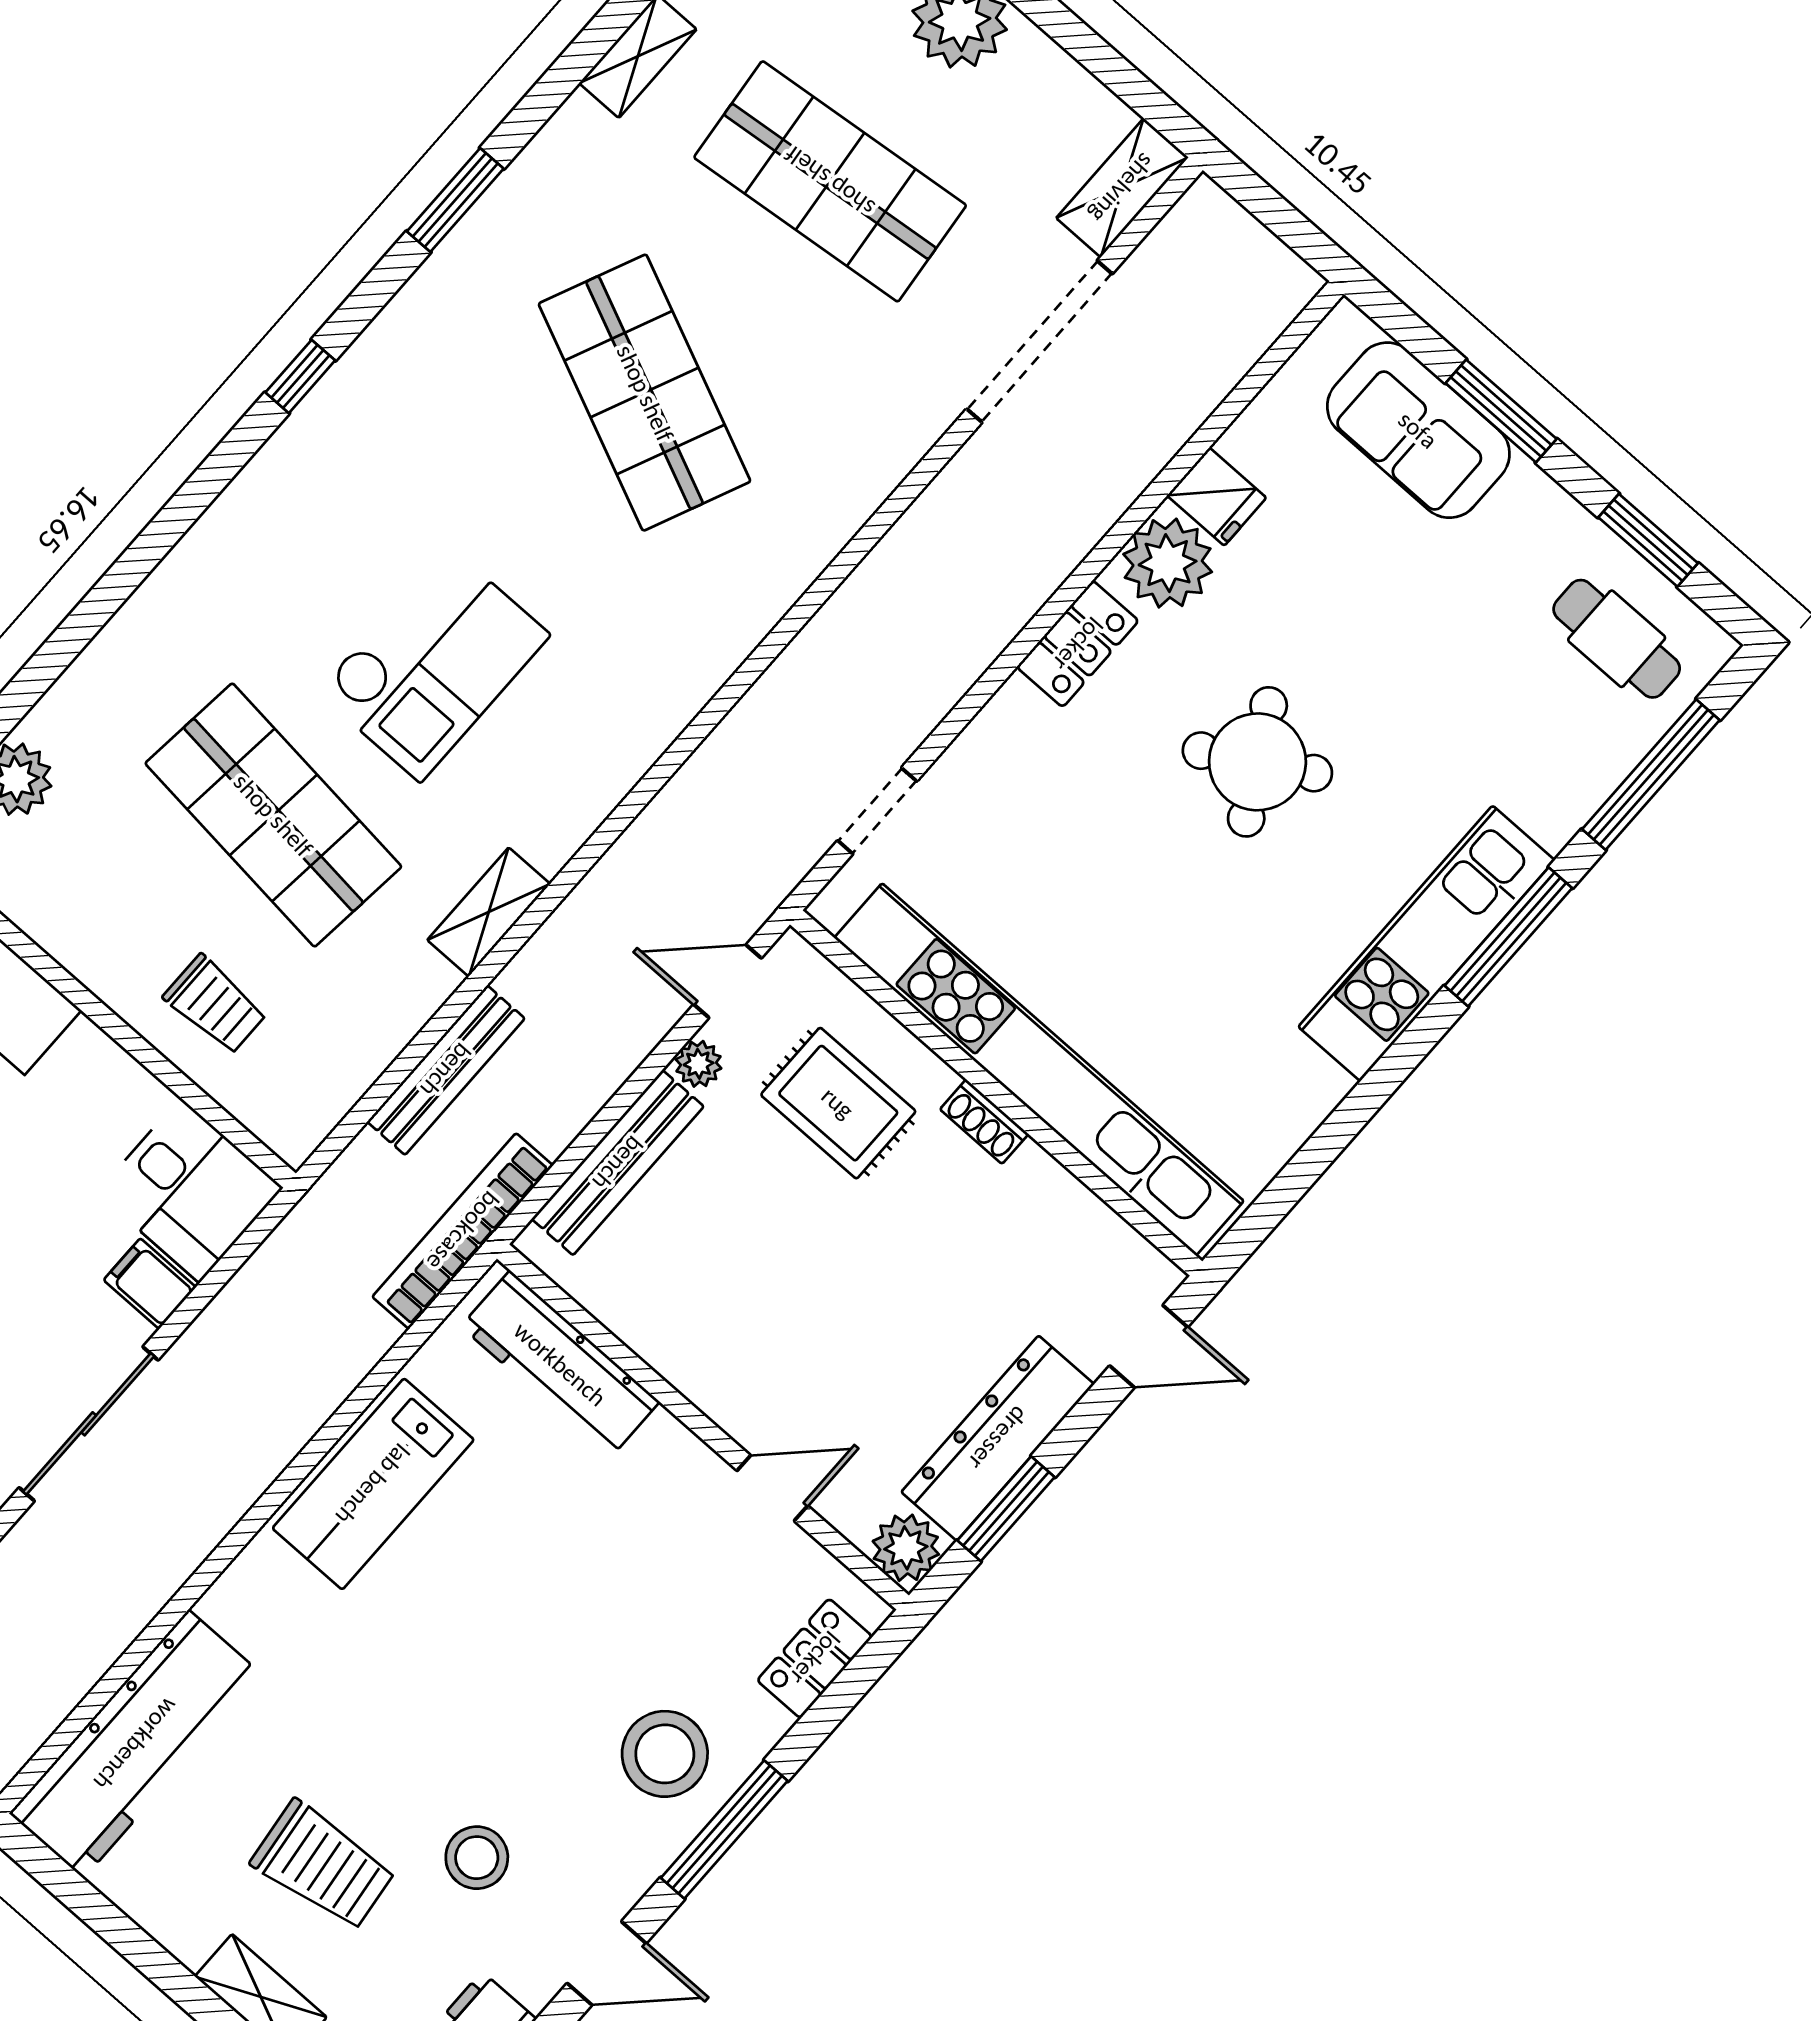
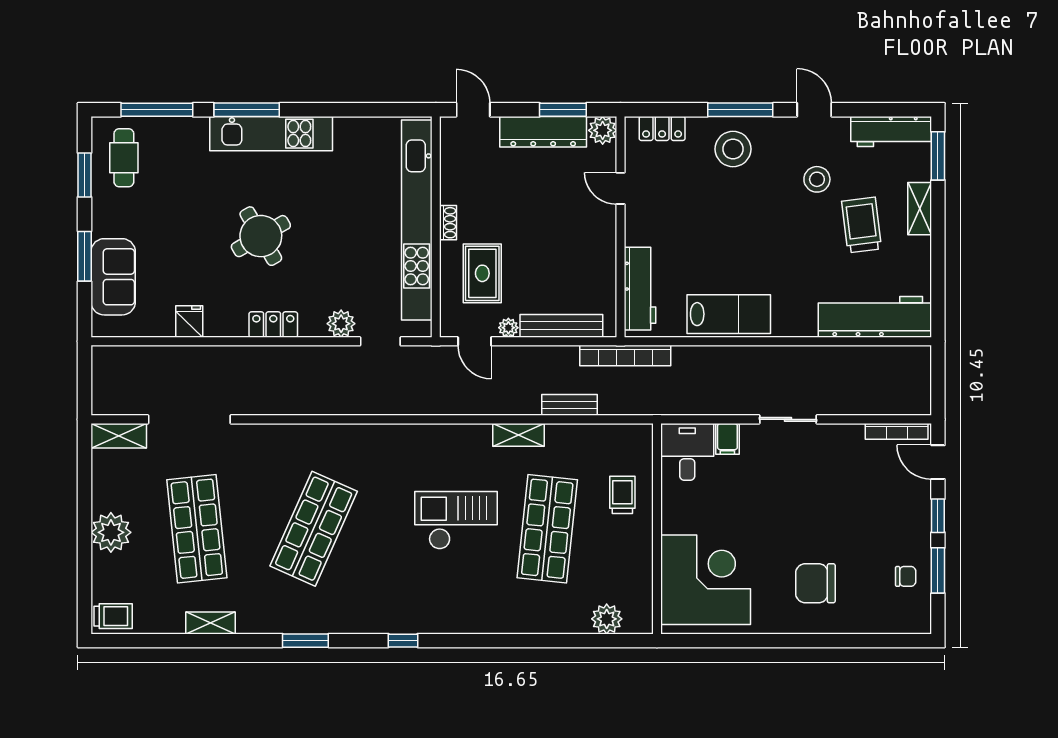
plant: (1168, 563) -> (341, 324), moved, width x0.73, depth x0.73
bench: (446, 1070) -> (569, 405), width x0.73
sliding door: (89, 1424) -> (788, 419), width x0.73

